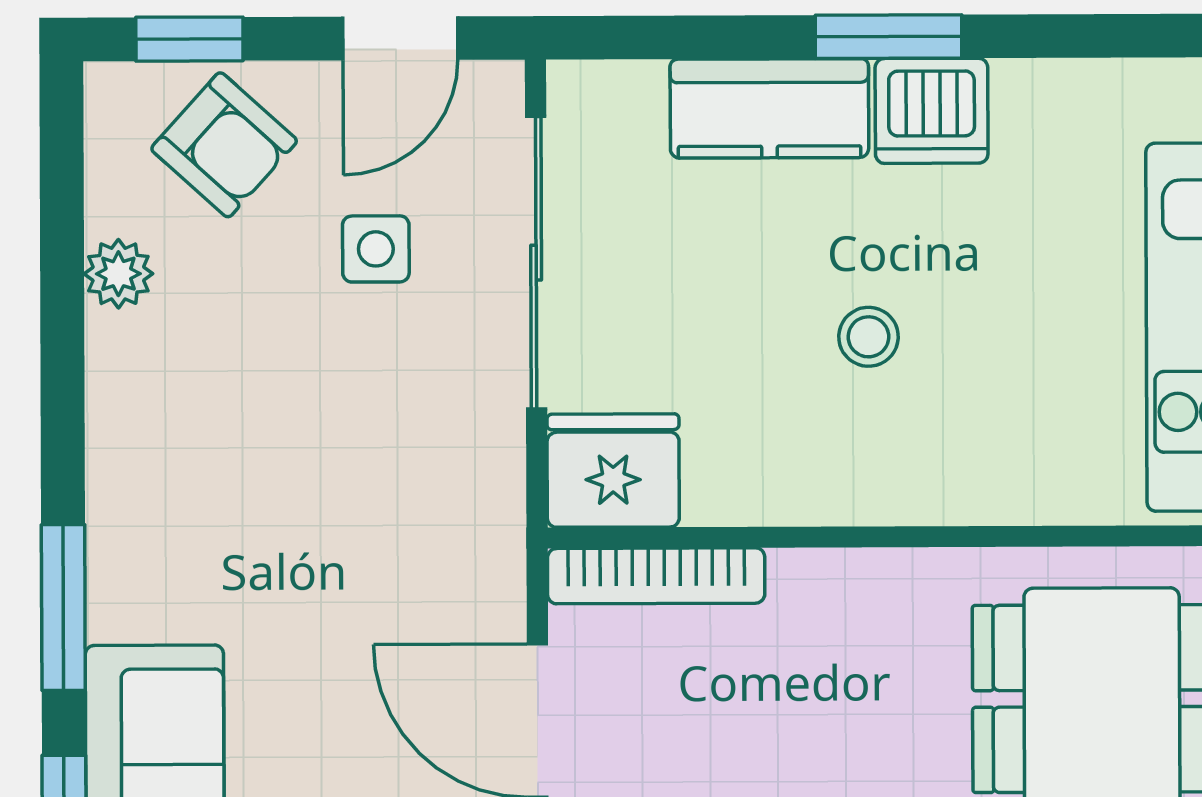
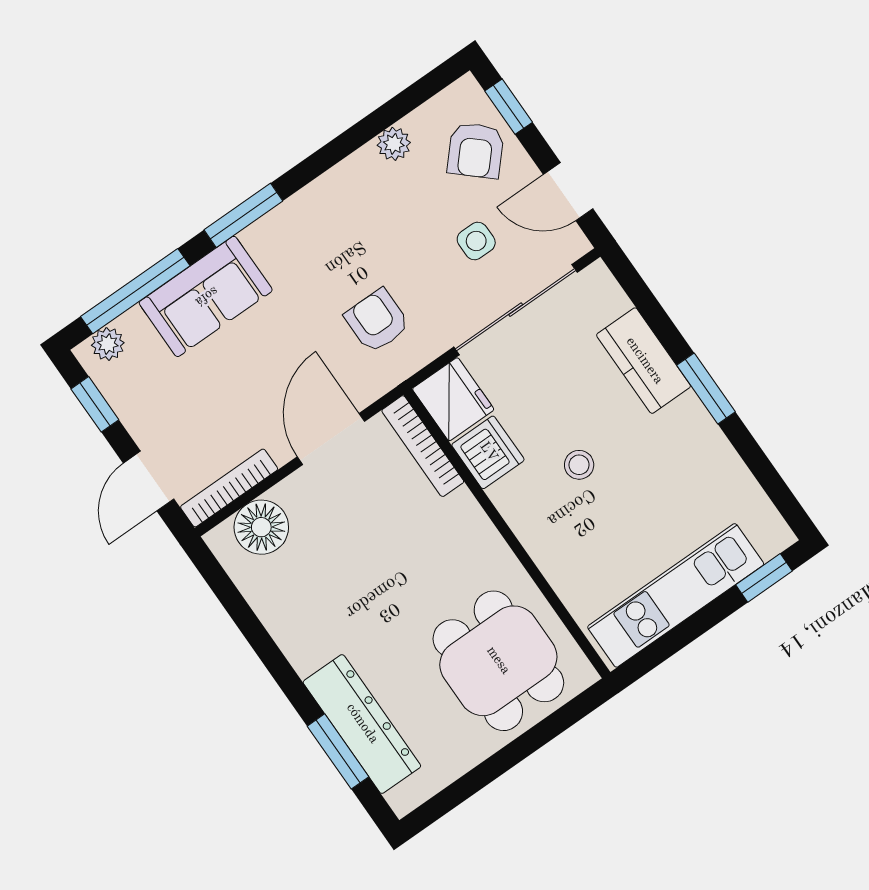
dishwasher: (932, 111) -> (488, 452), moved, turned 180
armchair: (394, 507) -> (377, 321), added

